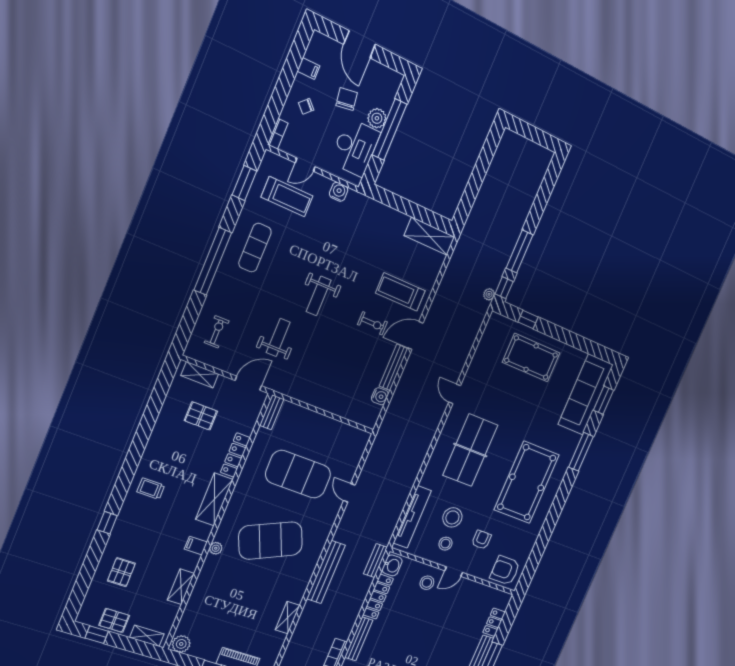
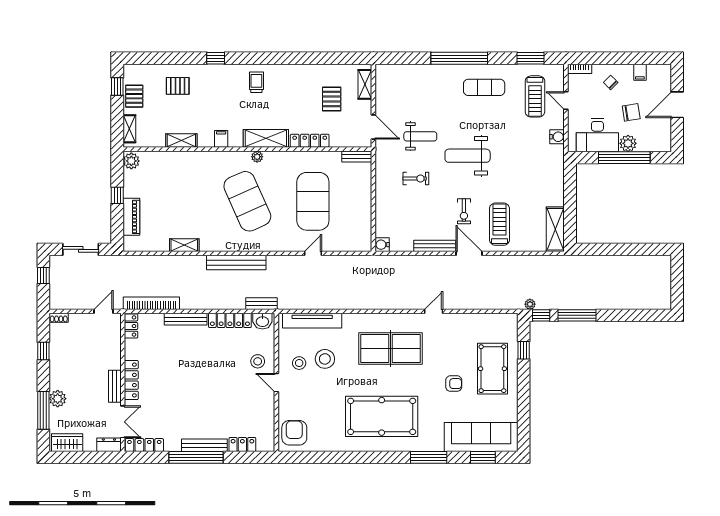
weight bench: (319, 296) -> (468, 156), width x1.36, depth x1.33
exercise bike: (217, 332) -> (416, 178), moved
water cooler: (380, 396) -> (382, 245), moved, turned 90
armchair: (481, 540) -> (454, 384), moved
plant: (216, 548) -> (257, 157), moved

